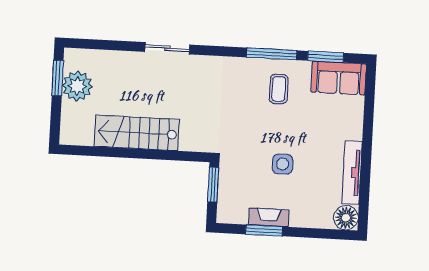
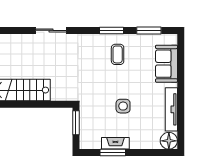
sliding door: (167, 48) -> (51, 30), moved
window: (272, 54) -> (111, 30), width x0.69
sofa: (339, 78) -> (166, 64), moved, turned 90

